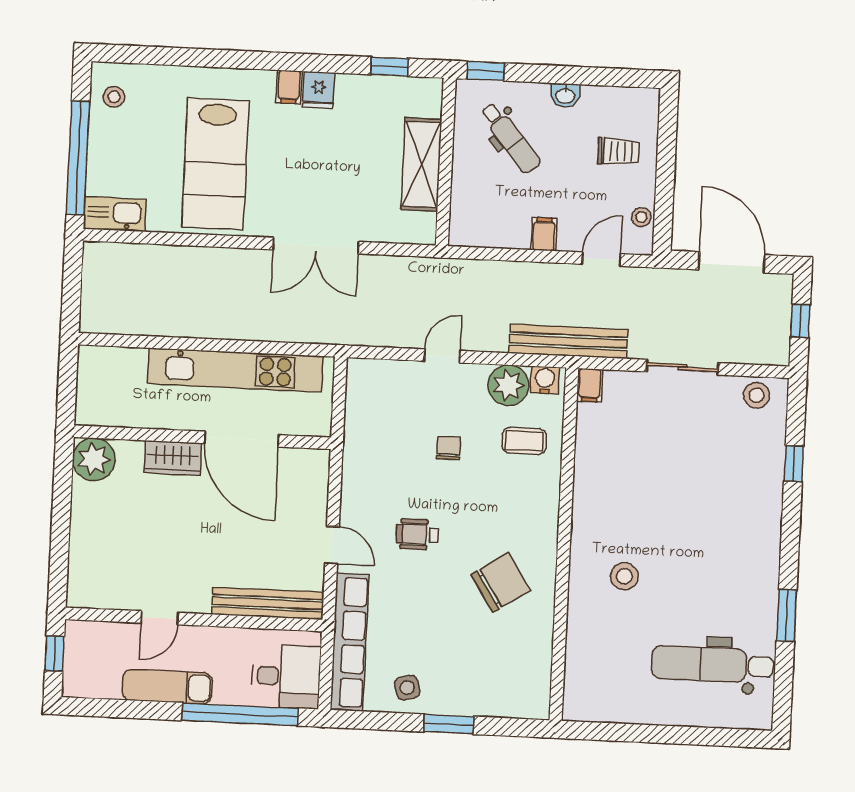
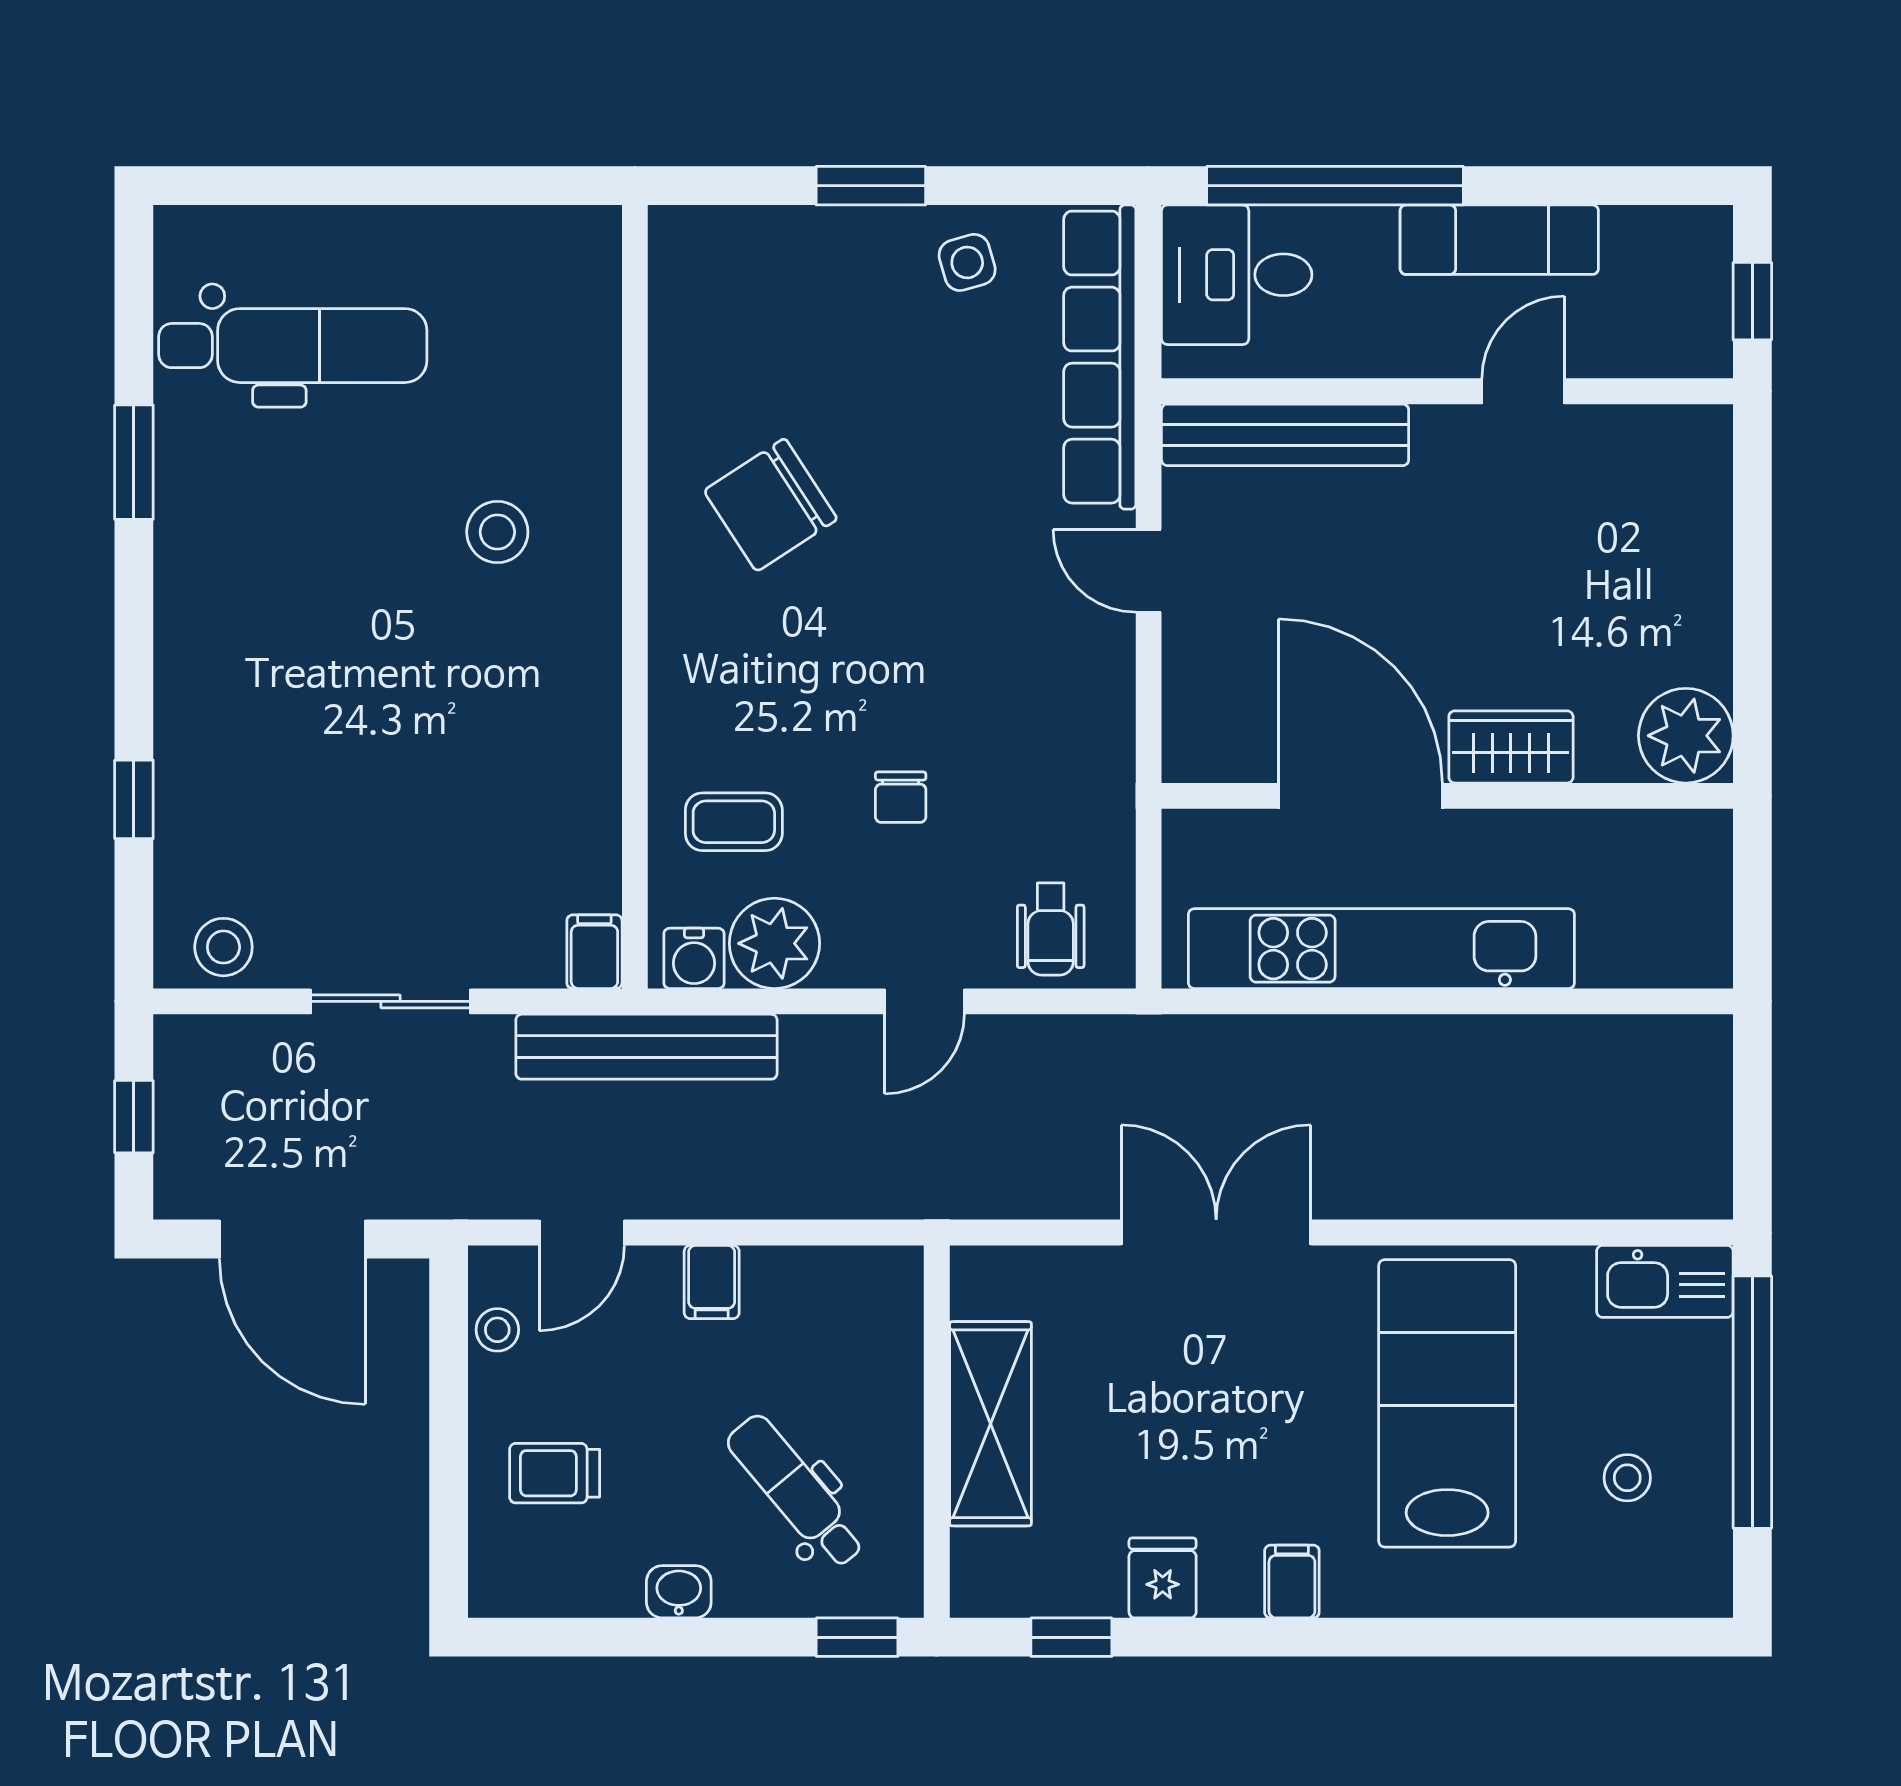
fridge: (319, 90) -> (1163, 1578), moved
stool: (114, 97) -> (1627, 1478), moved
wheelchair: (417, 534) -> (1051, 929), moved, turned 90

